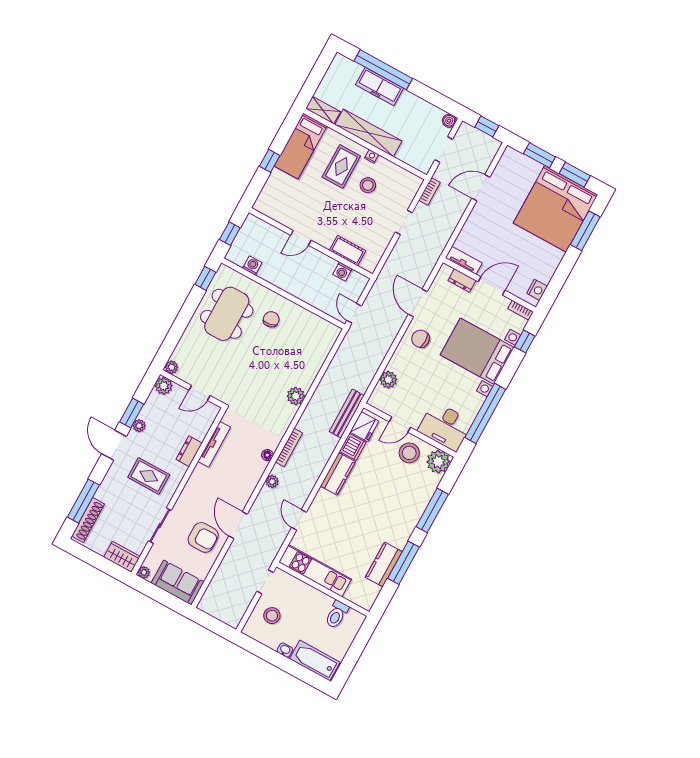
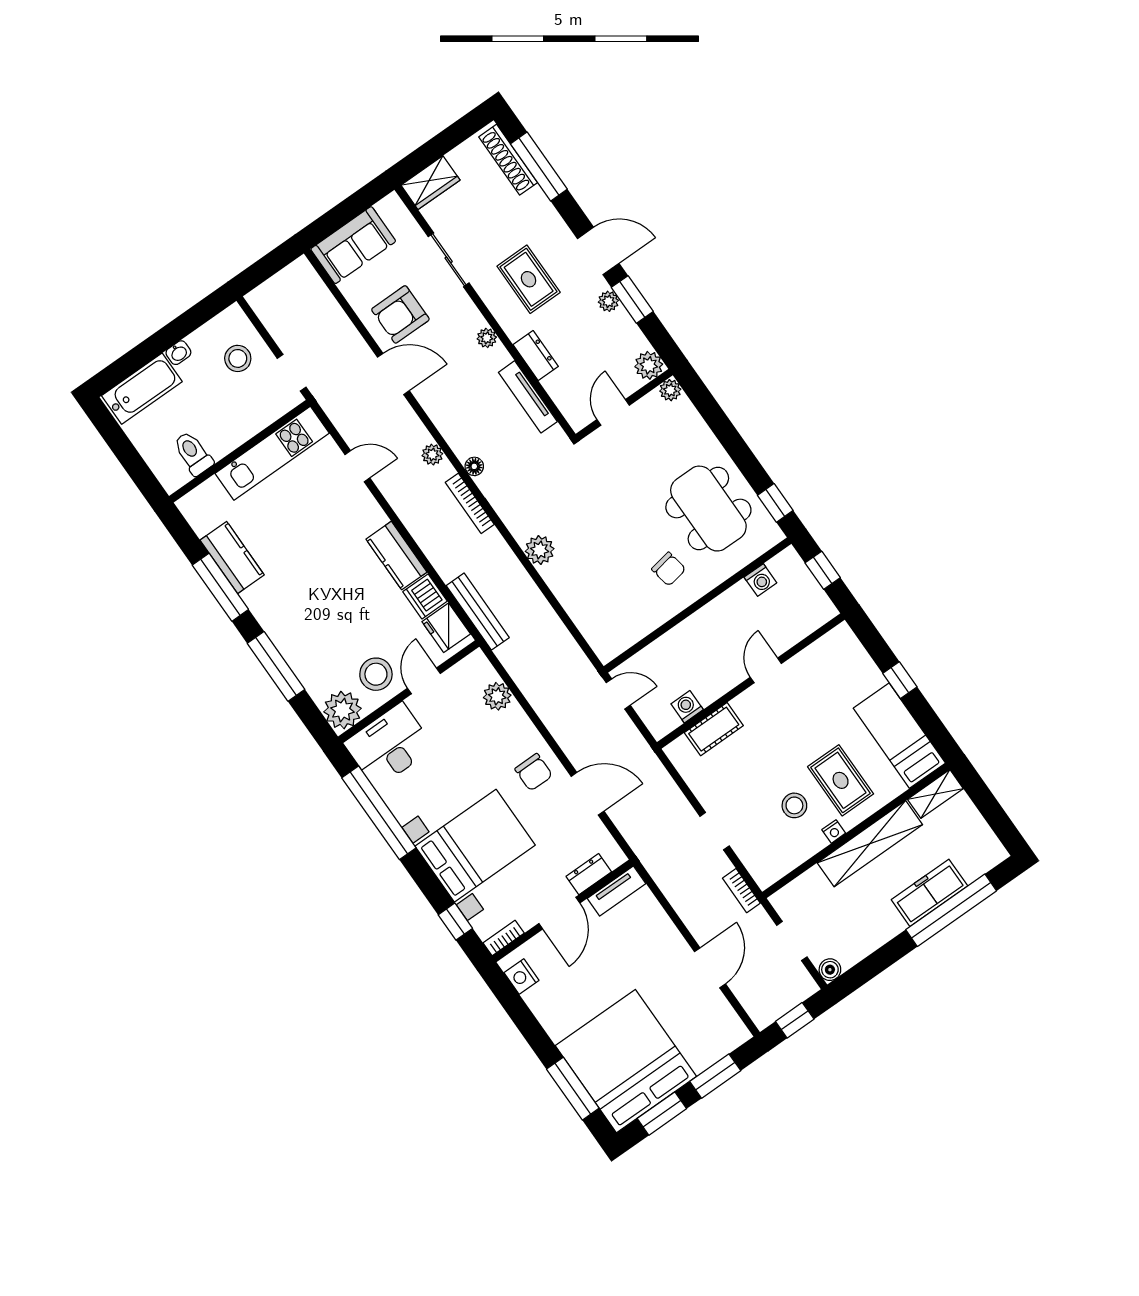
chair: (421, 339) -> (534, 772), turned 90
rug: (149, 476) -> (529, 279), turned 90
plant: (144, 572) -> (487, 338), moved

